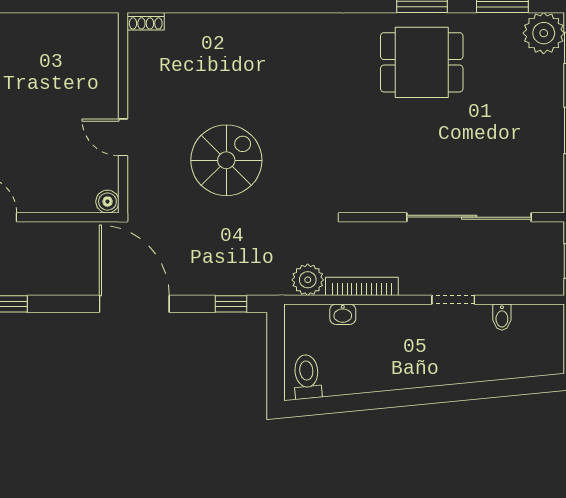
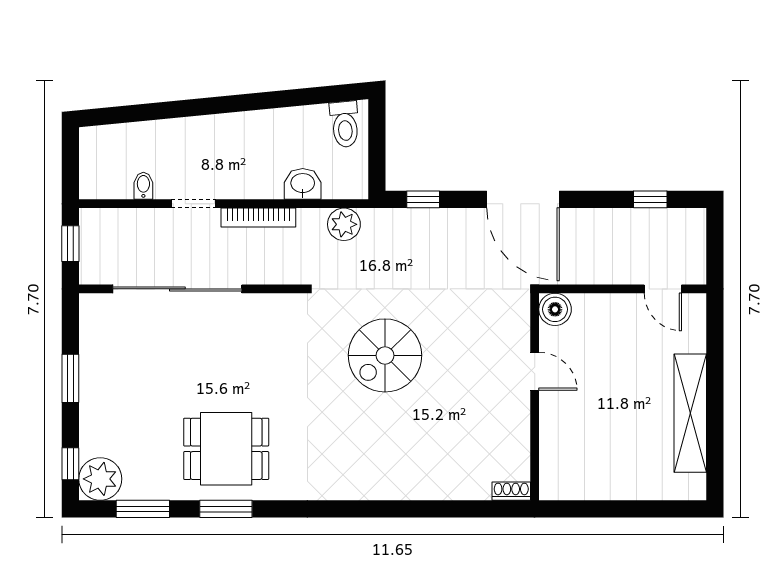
spiral stairs: (226, 160) -> (385, 355), moved
boiler: (107, 202) -> (555, 309), width x1.36, depth x1.36
bookcase: (362, 286) -> (258, 218), moved
washbasin: (343, 314) -> (303, 184), width x1.38, depth x1.45

